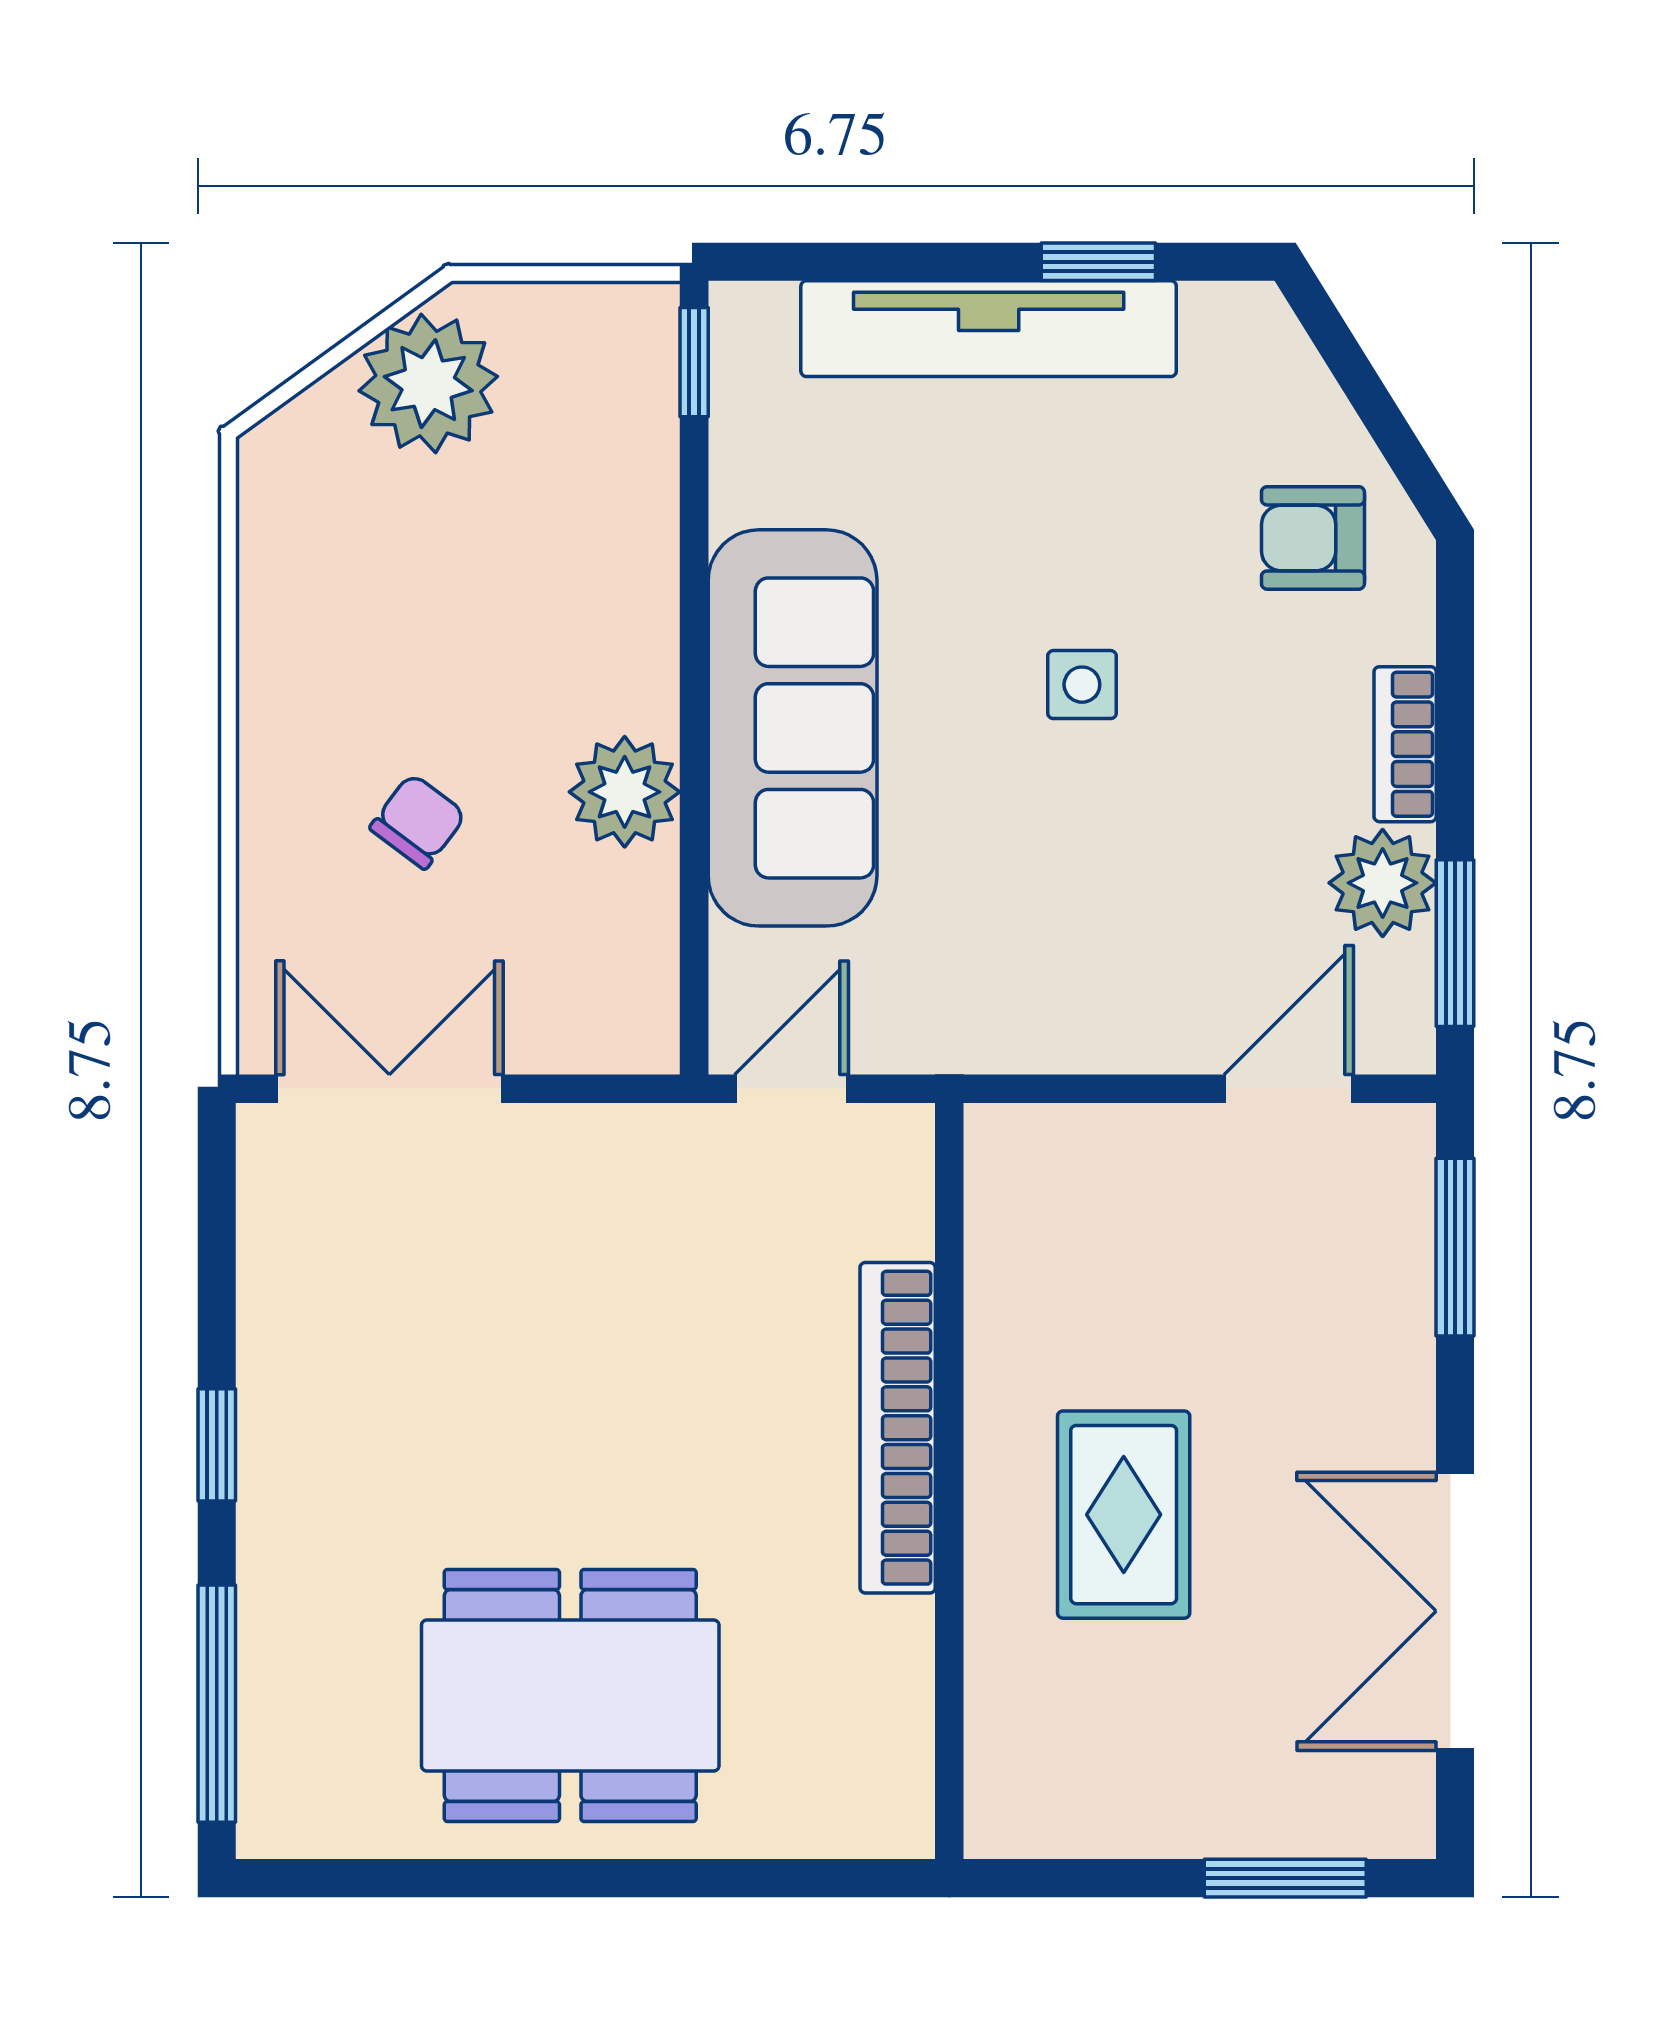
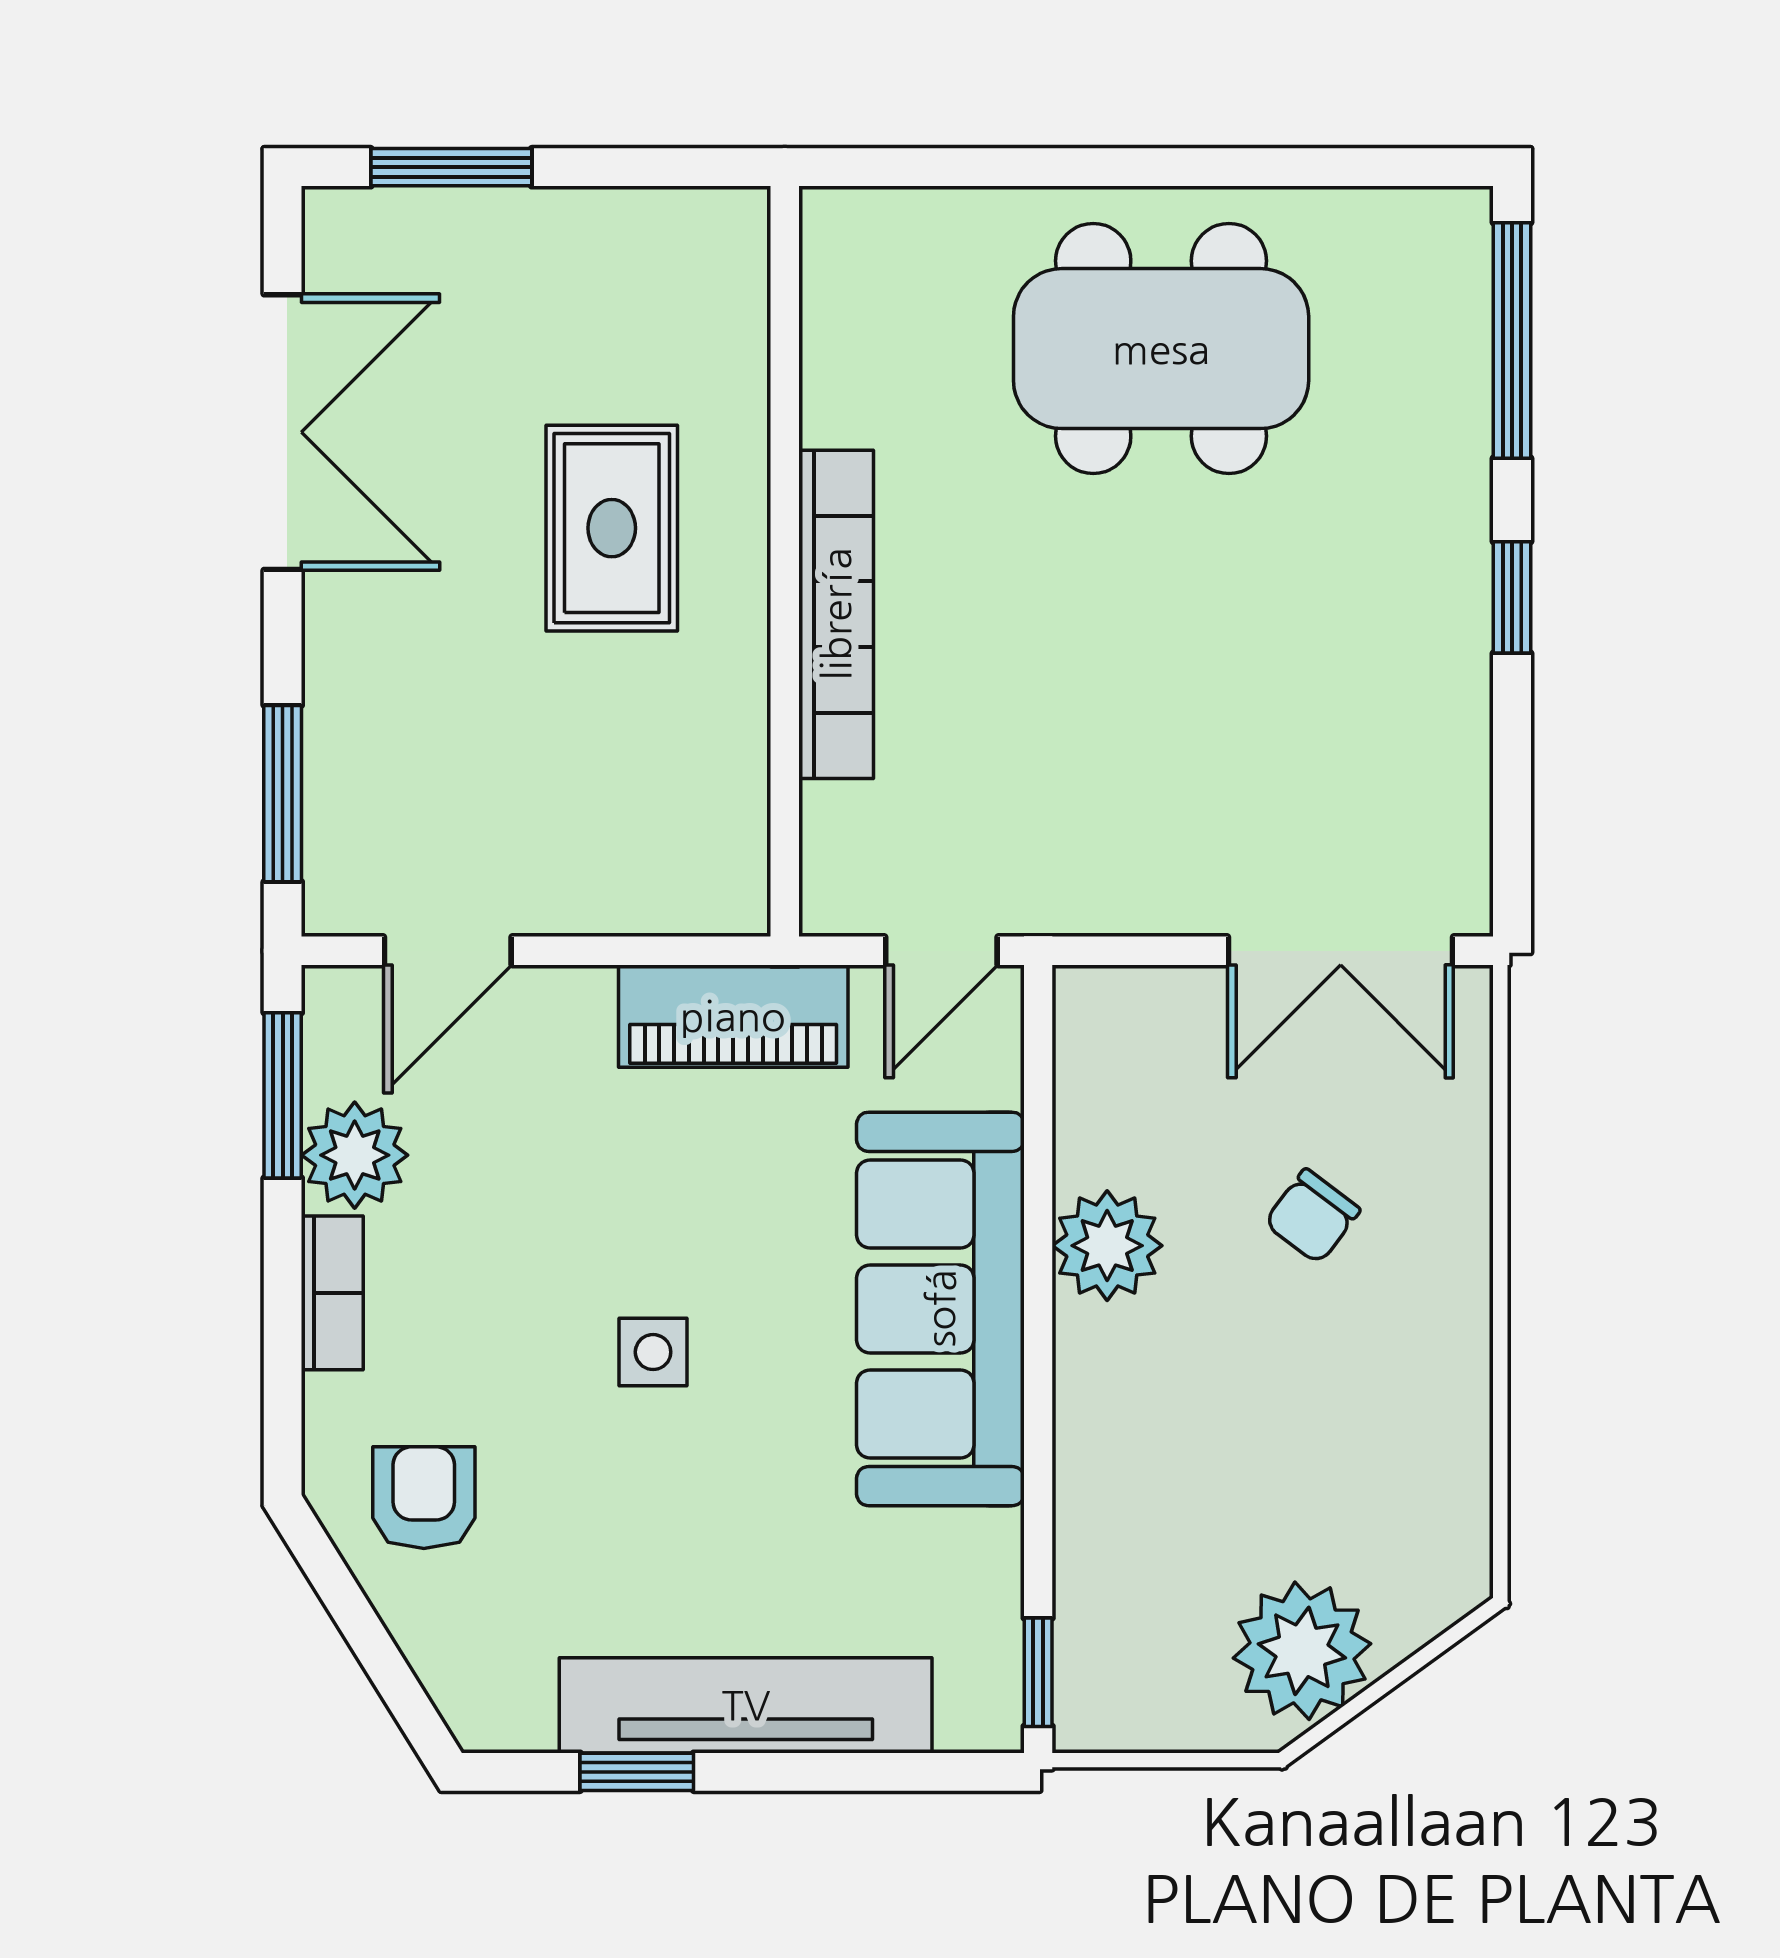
armchair: (1313, 538) -> (424, 1498), turned -90
piano: (1001, 1023) -> (733, 1016), added

